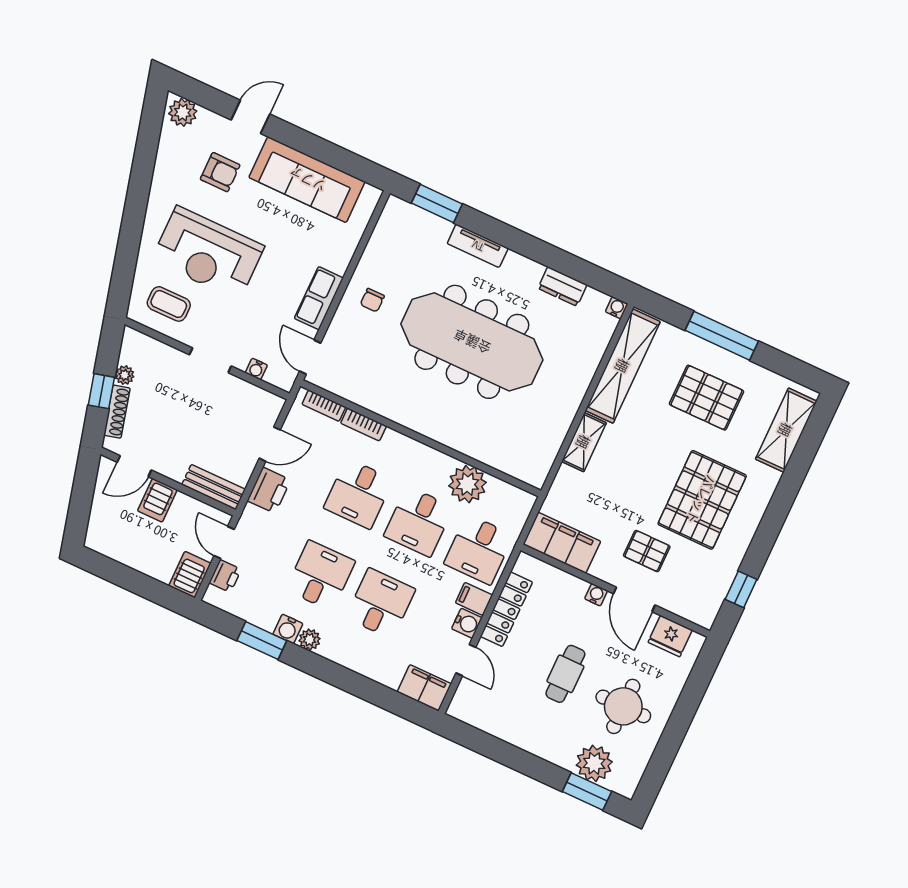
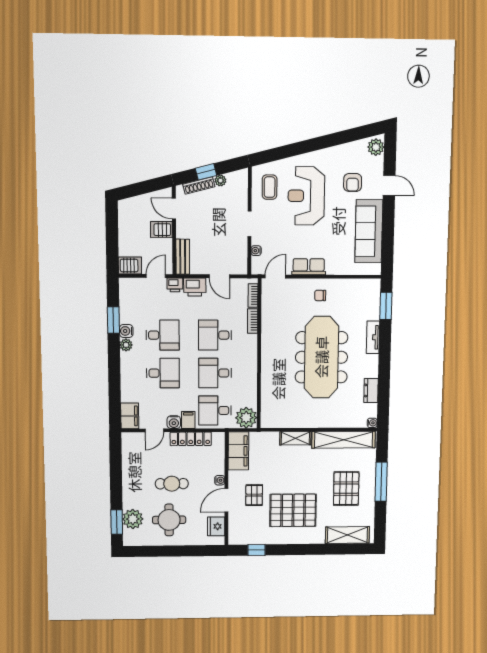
plant: (467, 484) -> (246, 418), moved
printer: (225, 576) -> (175, 285), moved

